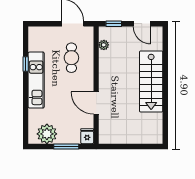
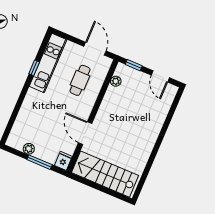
kitchen unit: (36, 80) -> (48, 63), moved
stairs: (151, 81) -> (105, 174), moved, turned 90
plant: (47, 134) -> (29, 149), width x0.53, depth x0.53

